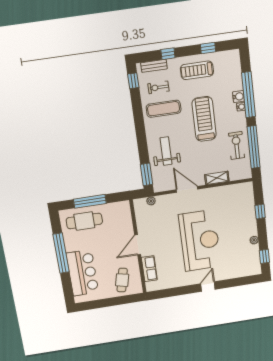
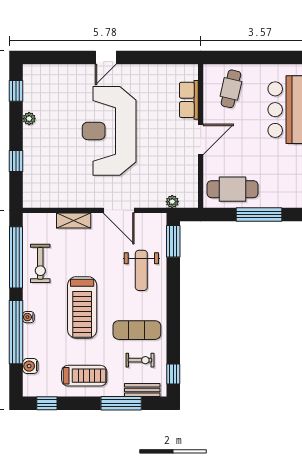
window: (208, 48) -> (47, 403), moved
window: (168, 54) -> (121, 403), width x2.17
water cooler: (239, 97) -> (30, 366), moved
cafe table: (84, 221) -> (232, 189), moved

